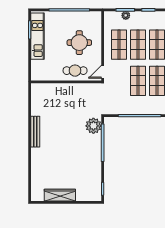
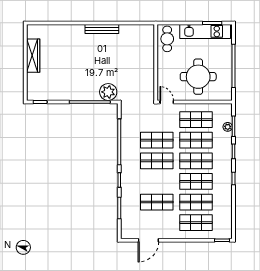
round table: (79, 43) -> (198, 77), width x1.36, depth x1.36
cafe table: (75, 71) -> (167, 39), moved

